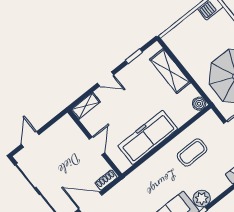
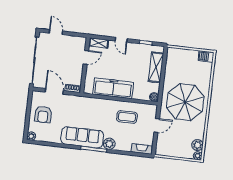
door: (30, 139) -> (56, 32), hinge flipped
door: (97, 146) -> (86, 57), moved

